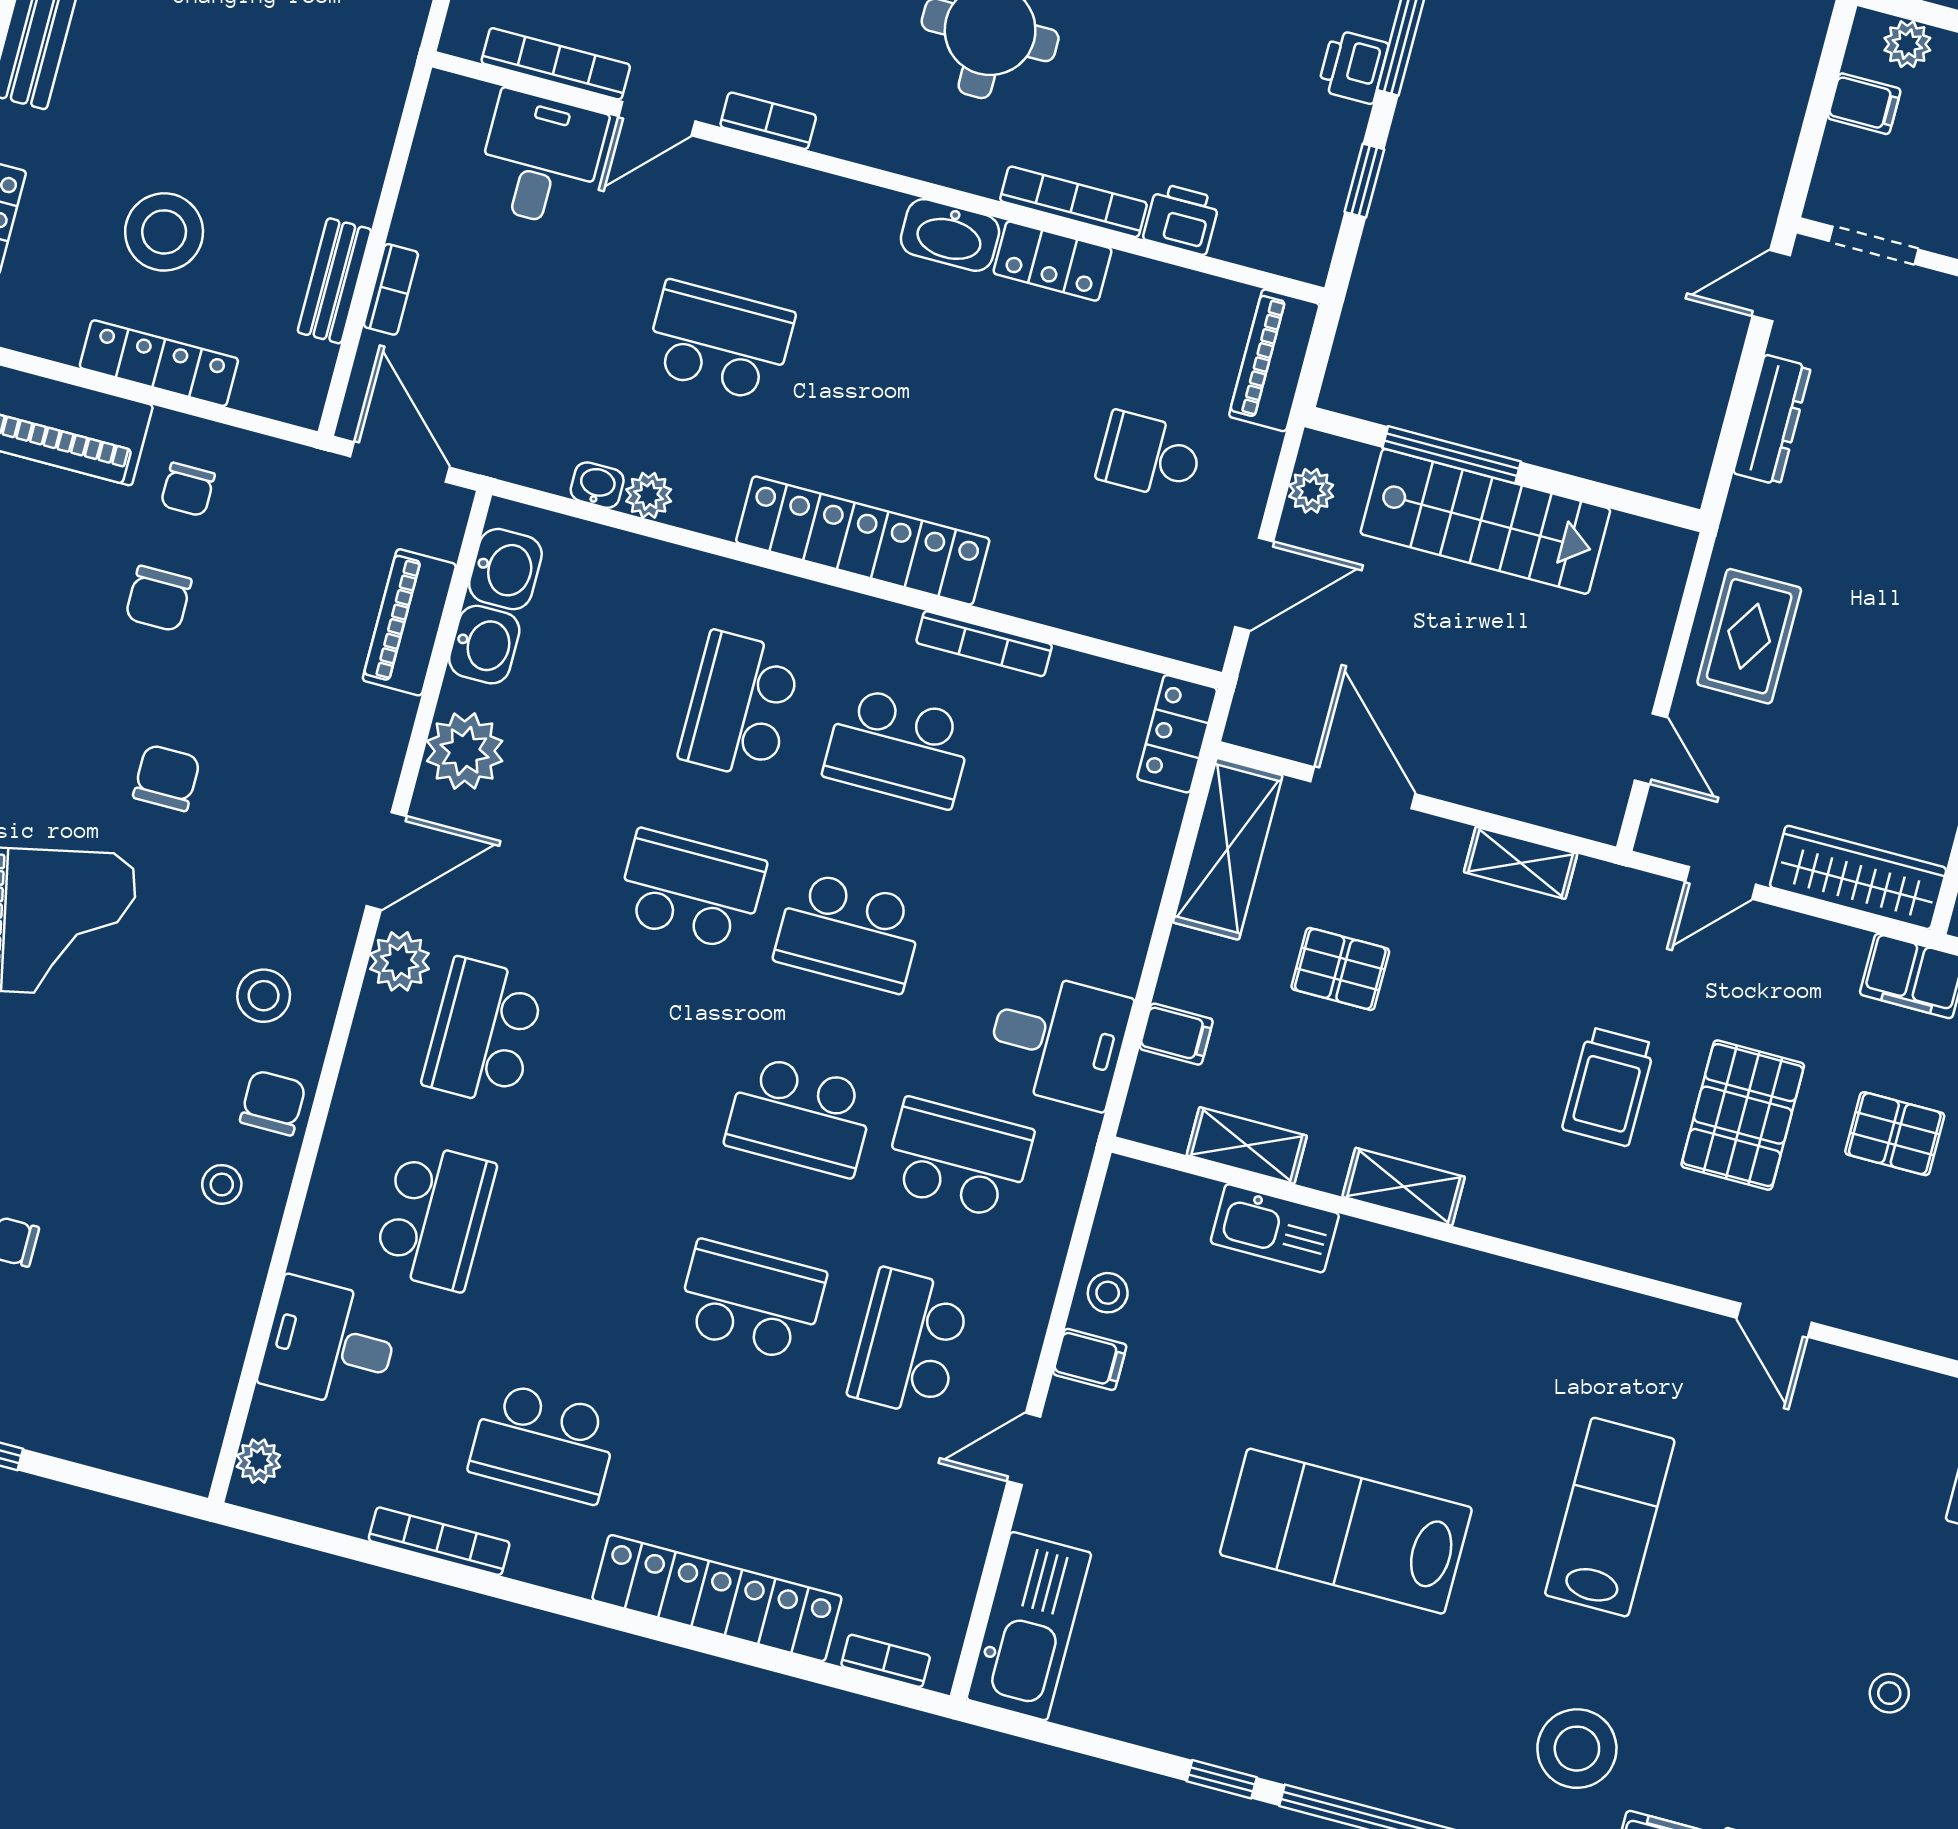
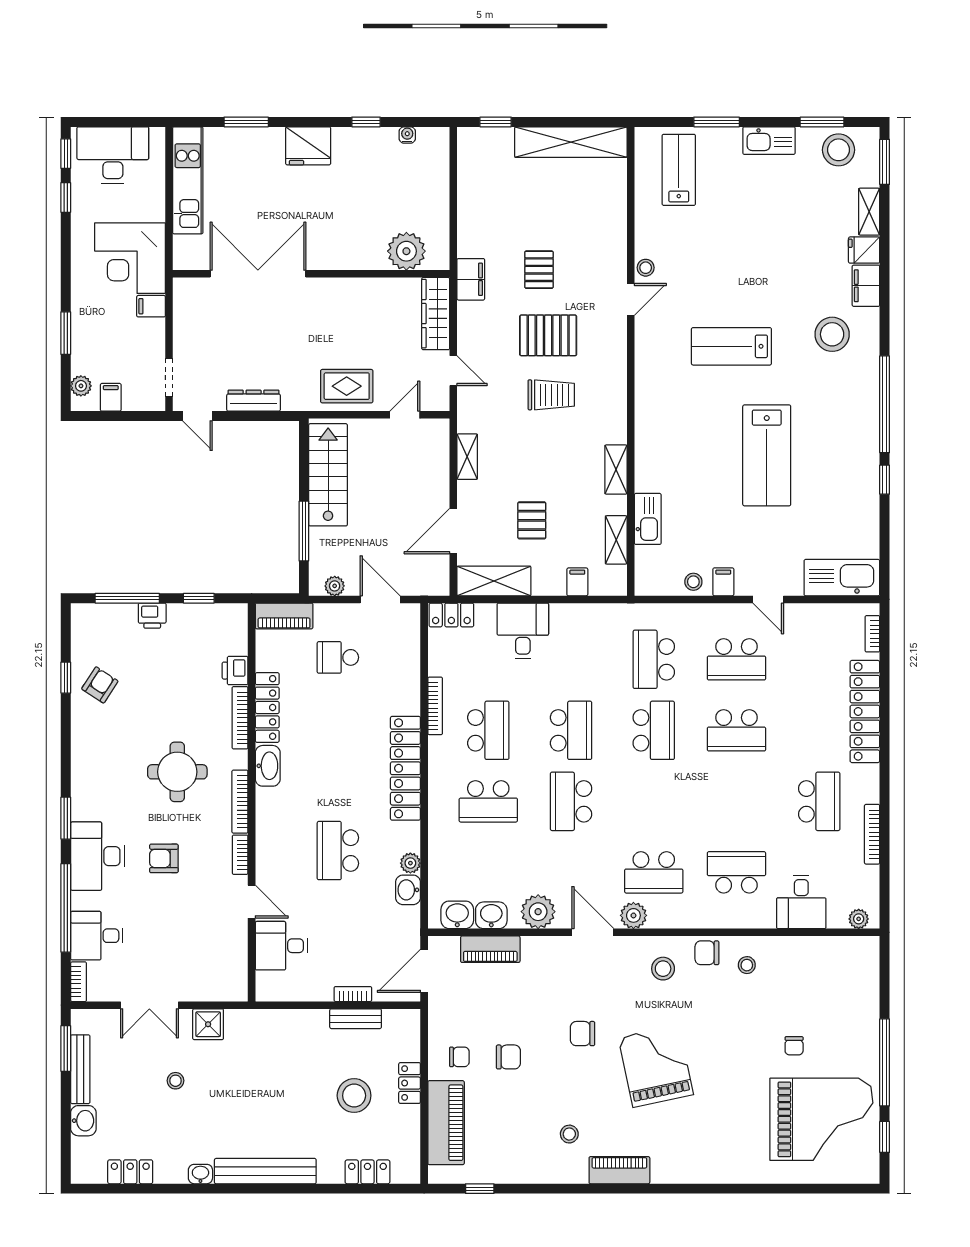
bookcase: (556, 64) -> (240, 802), moved
locker: (1053, 261) -> (267, 707), width x1.53
locker: (159, 363) -> (410, 1083), width x0.66
school desk: (1150, 456) -> (338, 657), turned 90
washbasin: (597, 485) -> (408, 890), width x1.38, depth x1.45
stairs: (1485, 521) -> (328, 475), moved
desk: (1058, 1040) -> (523, 631), moved
school desk: (751, 1301) -> (736, 730), turned -90
stool: (1889, 1693) -> (646, 268), moved

